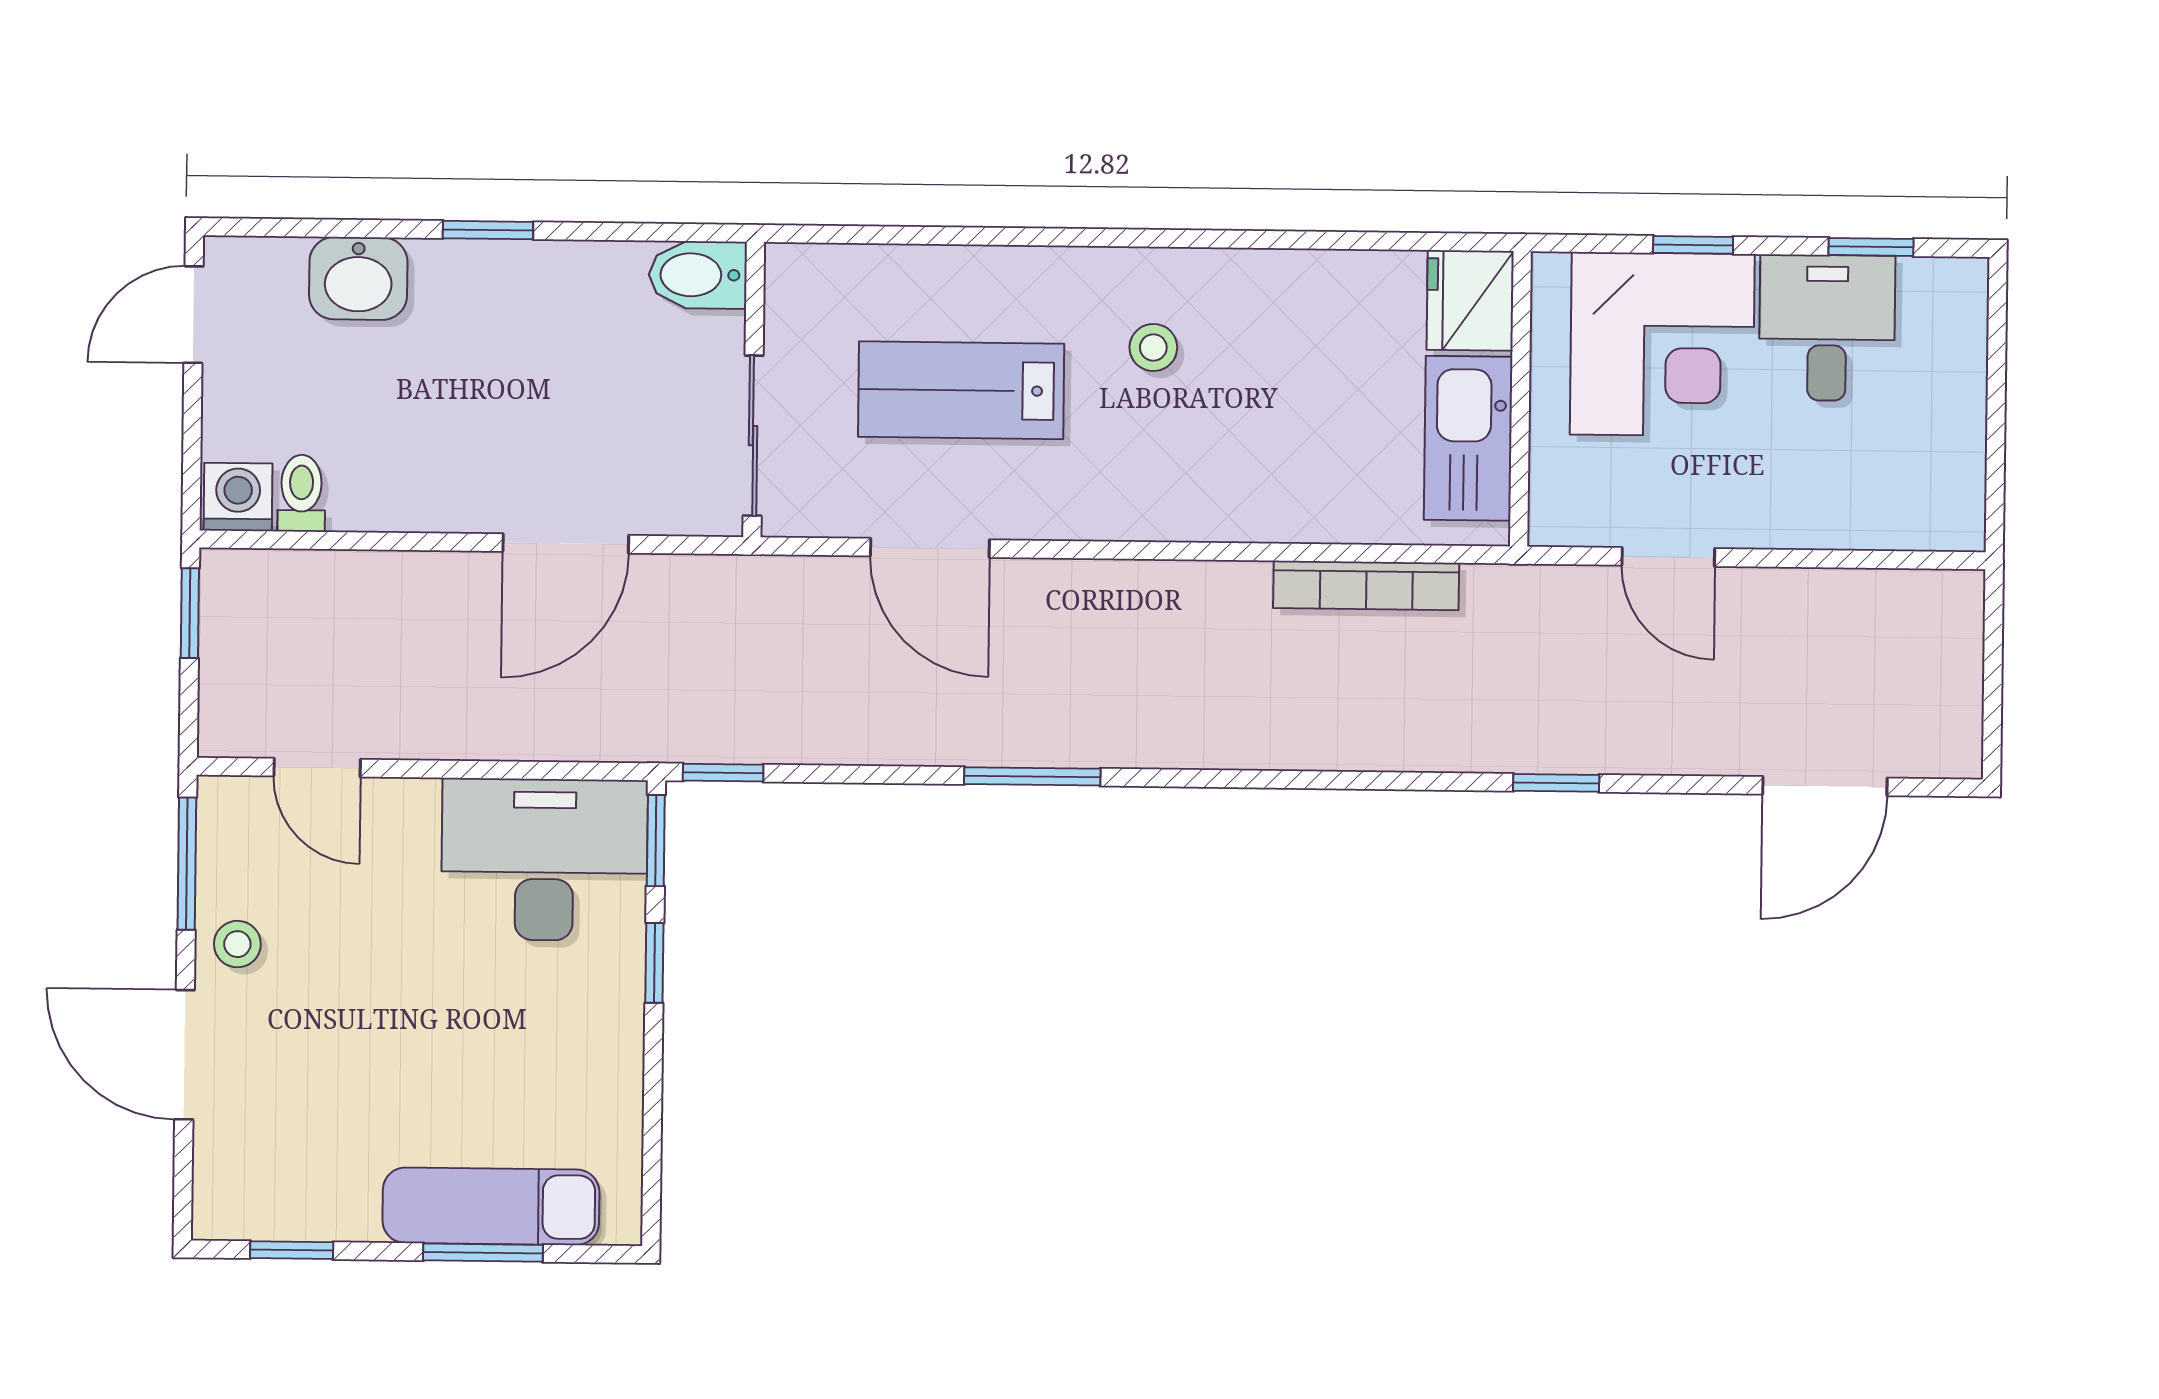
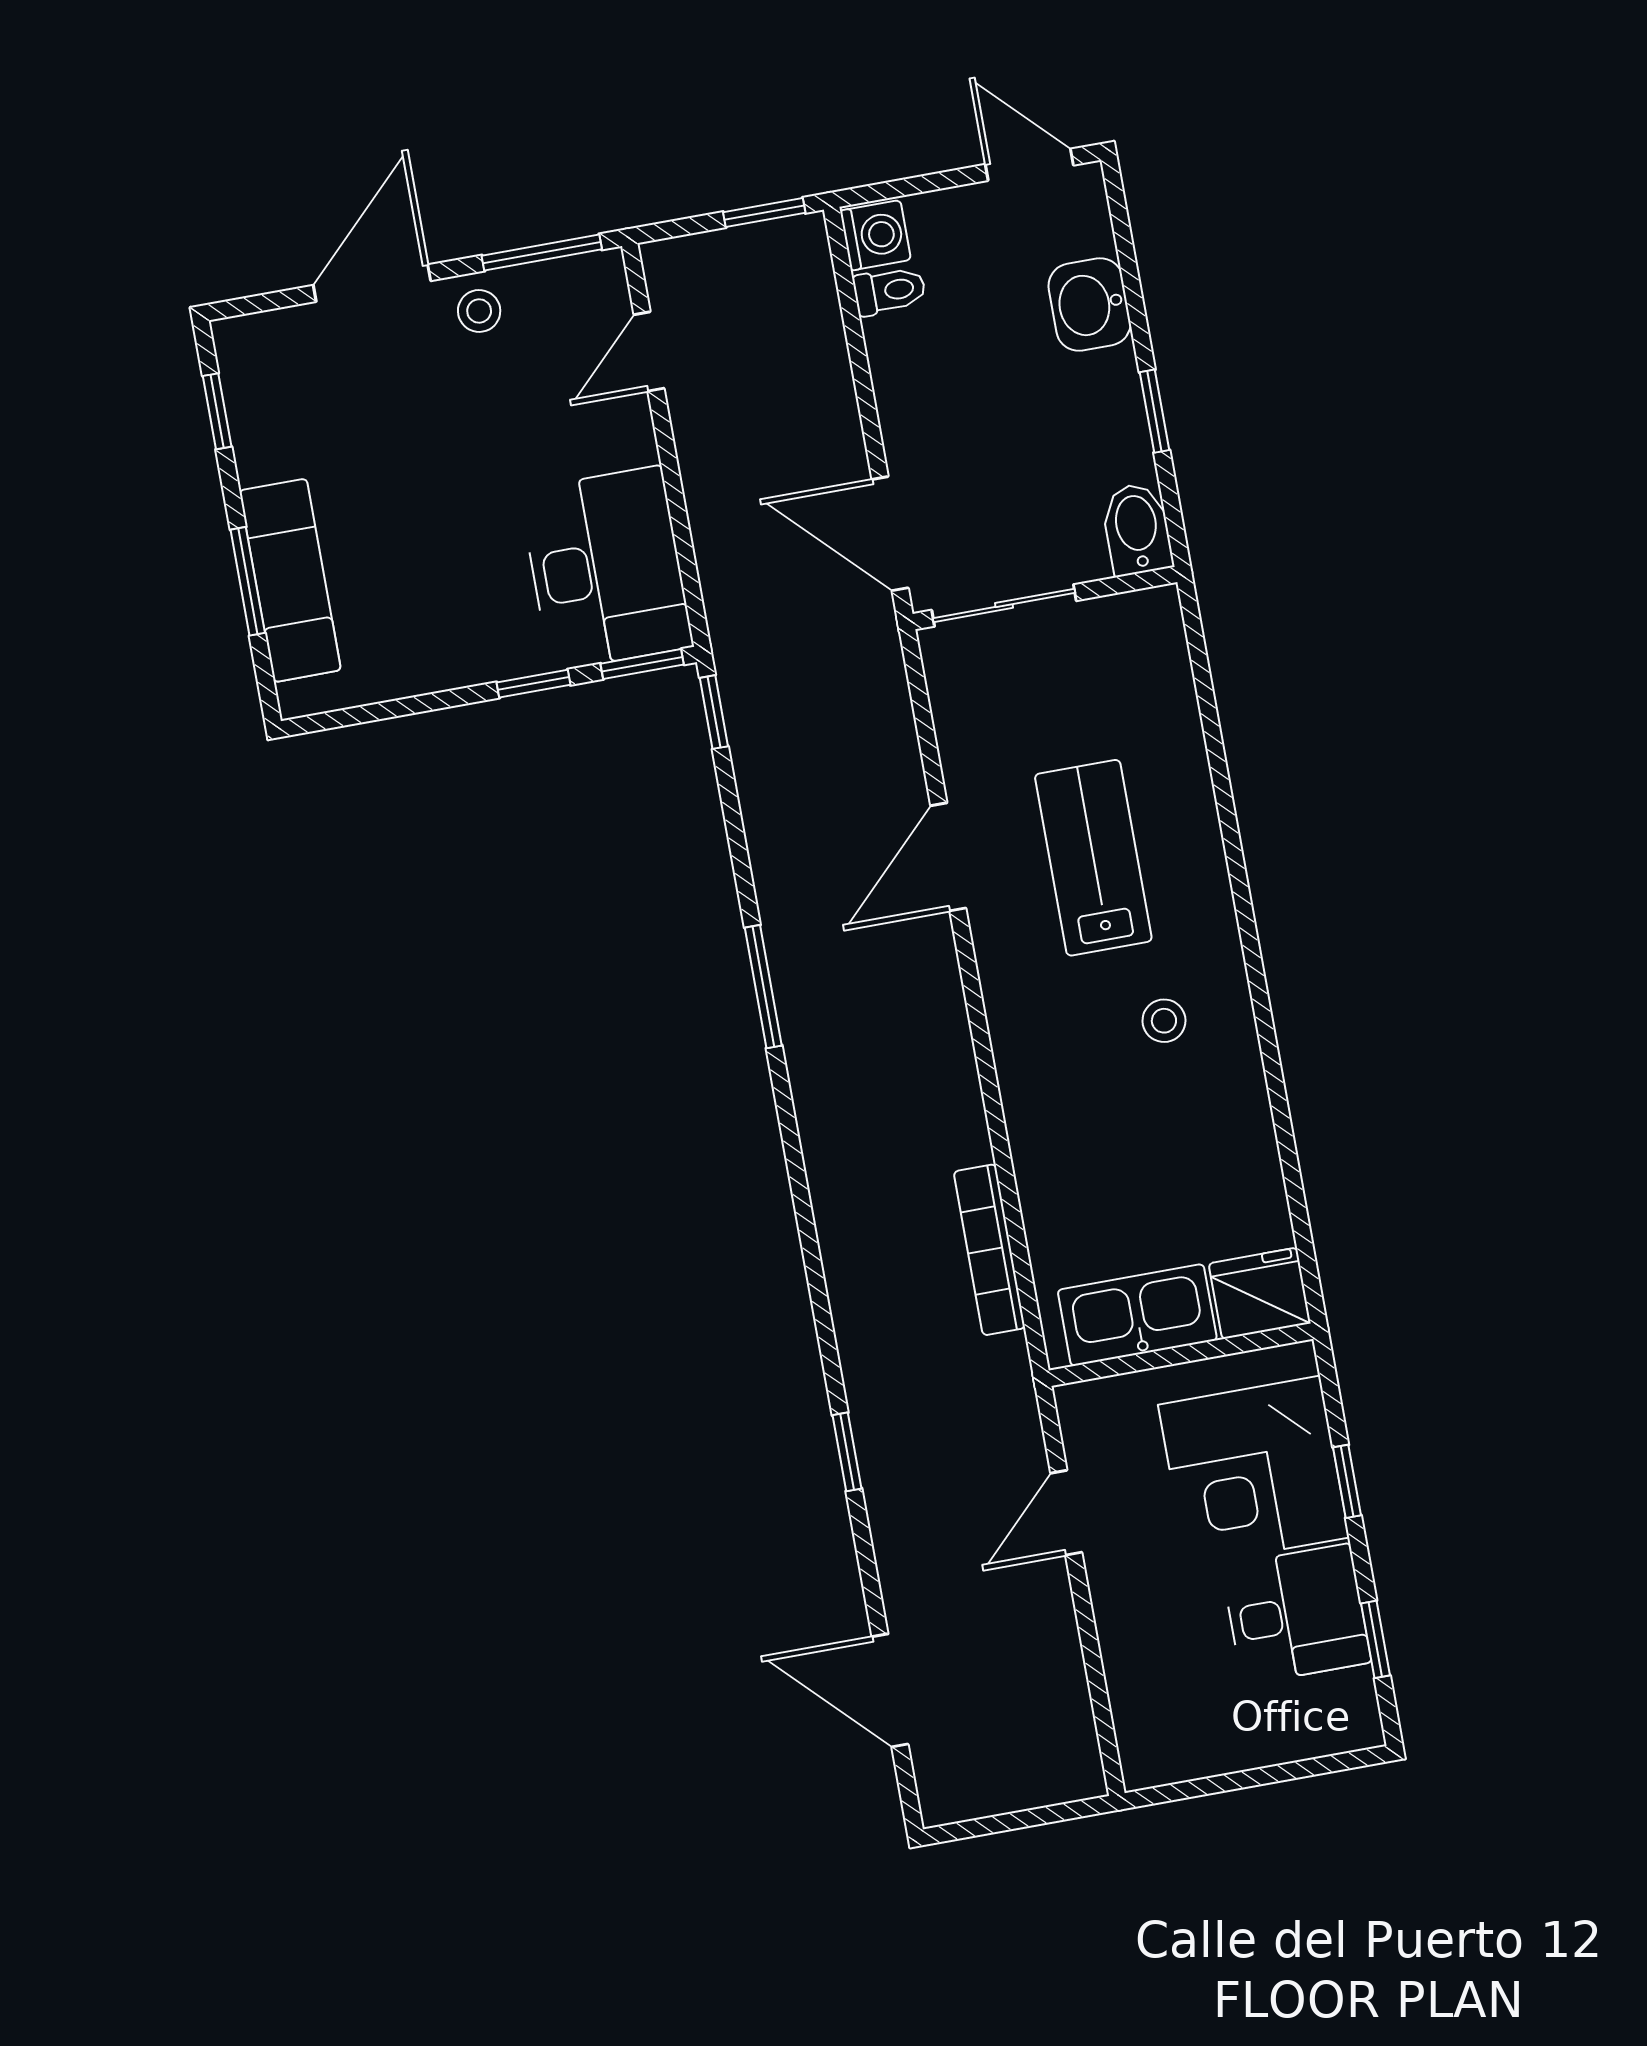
bidet: (698, 275) -> (1137, 529), moved
wall: (754, 390) -> (1045, 598), moved
sliding door: (753, 436) -> (1004, 605), moved

